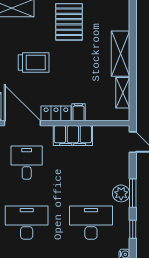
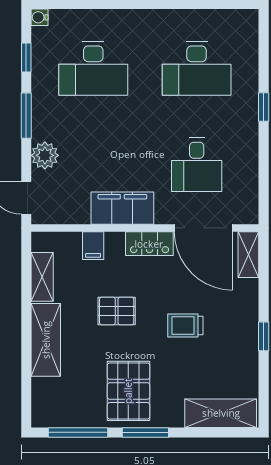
trolley: (34, 62) -> (185, 326), width x0.73, depth x0.72
pallet: (76, 72) -> (117, 311), added
filing cabinet: (78, 112) -> (93, 246), moved
plant: (121, 193) -> (45, 155), moved

